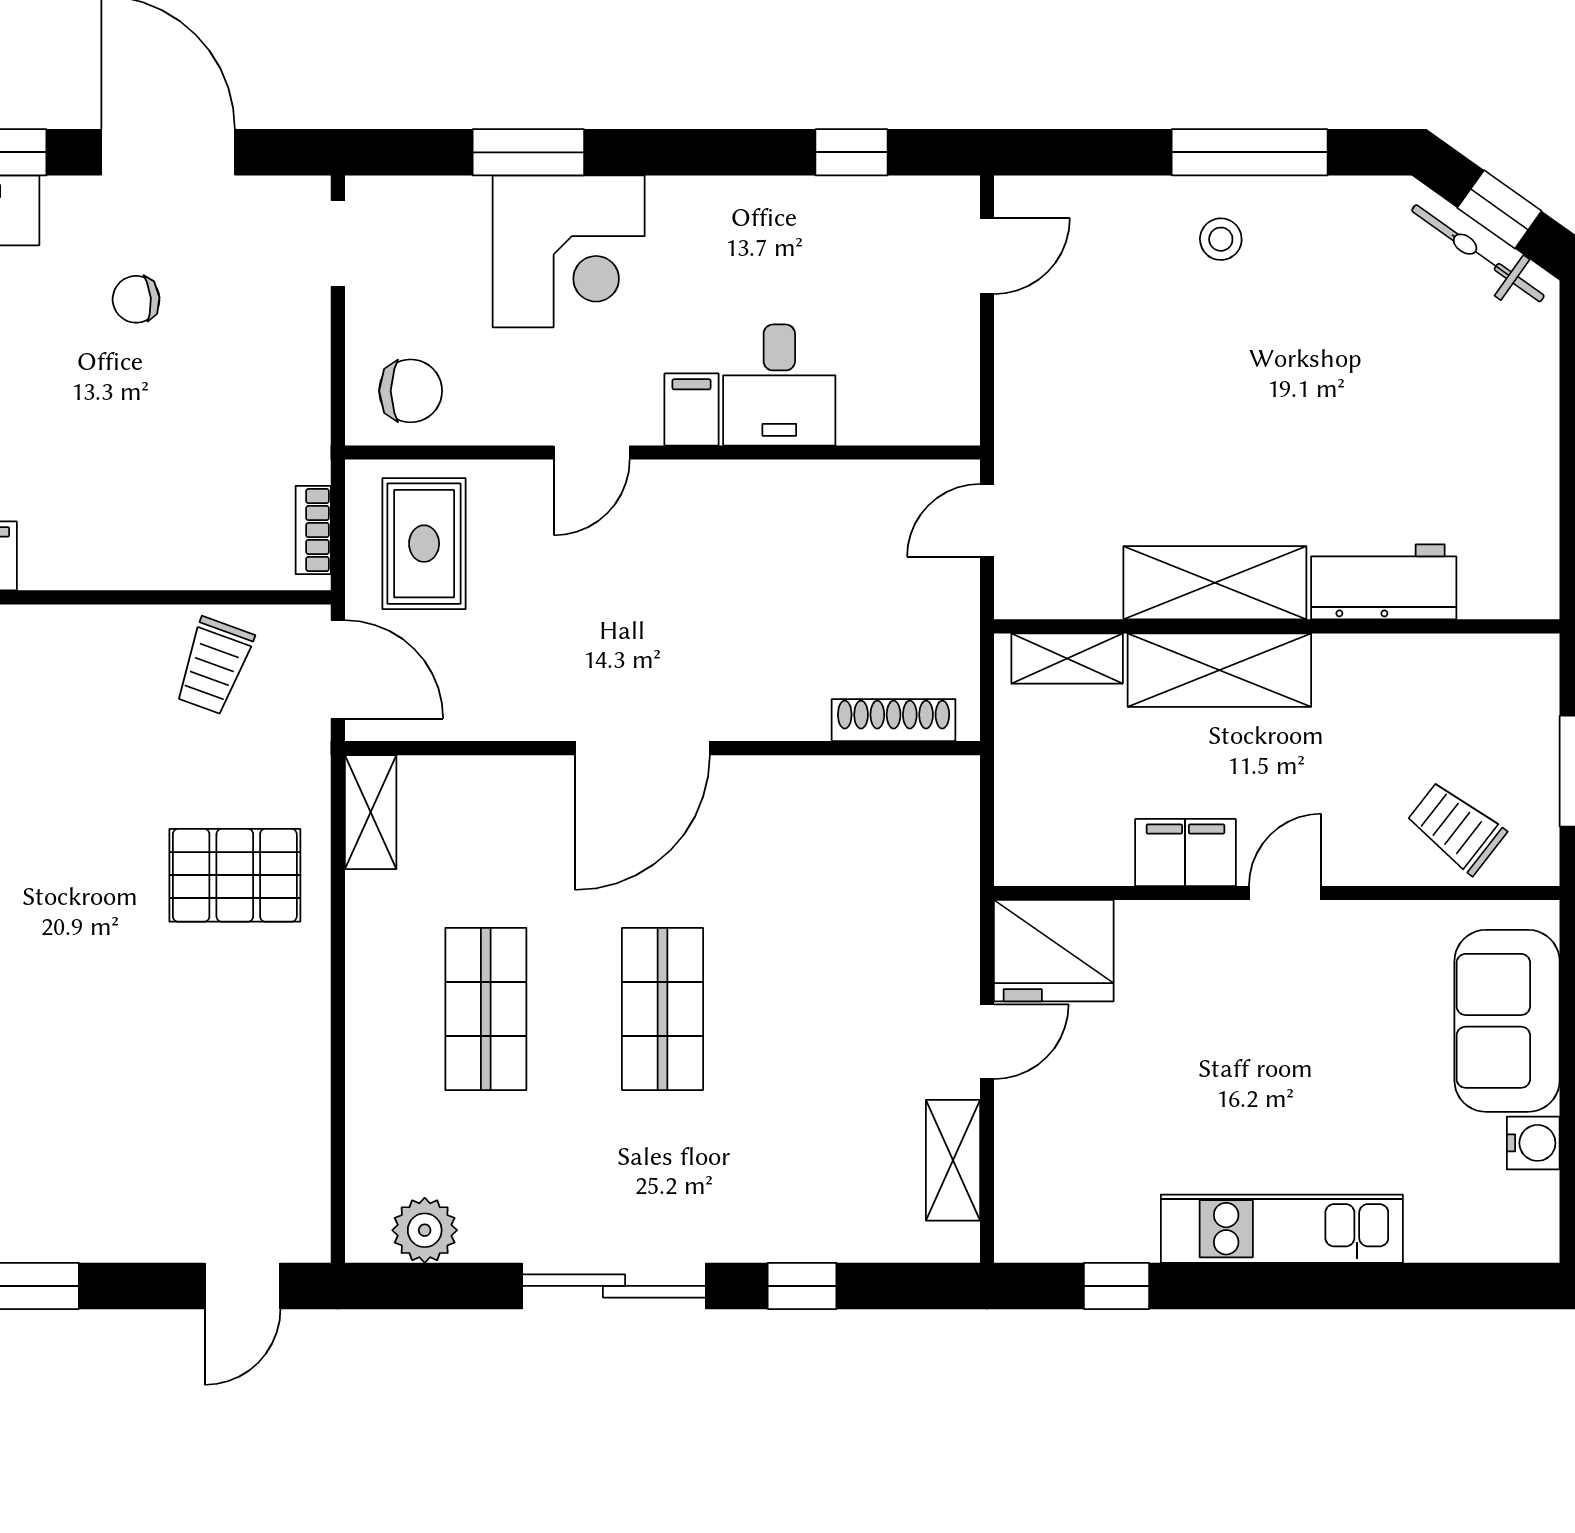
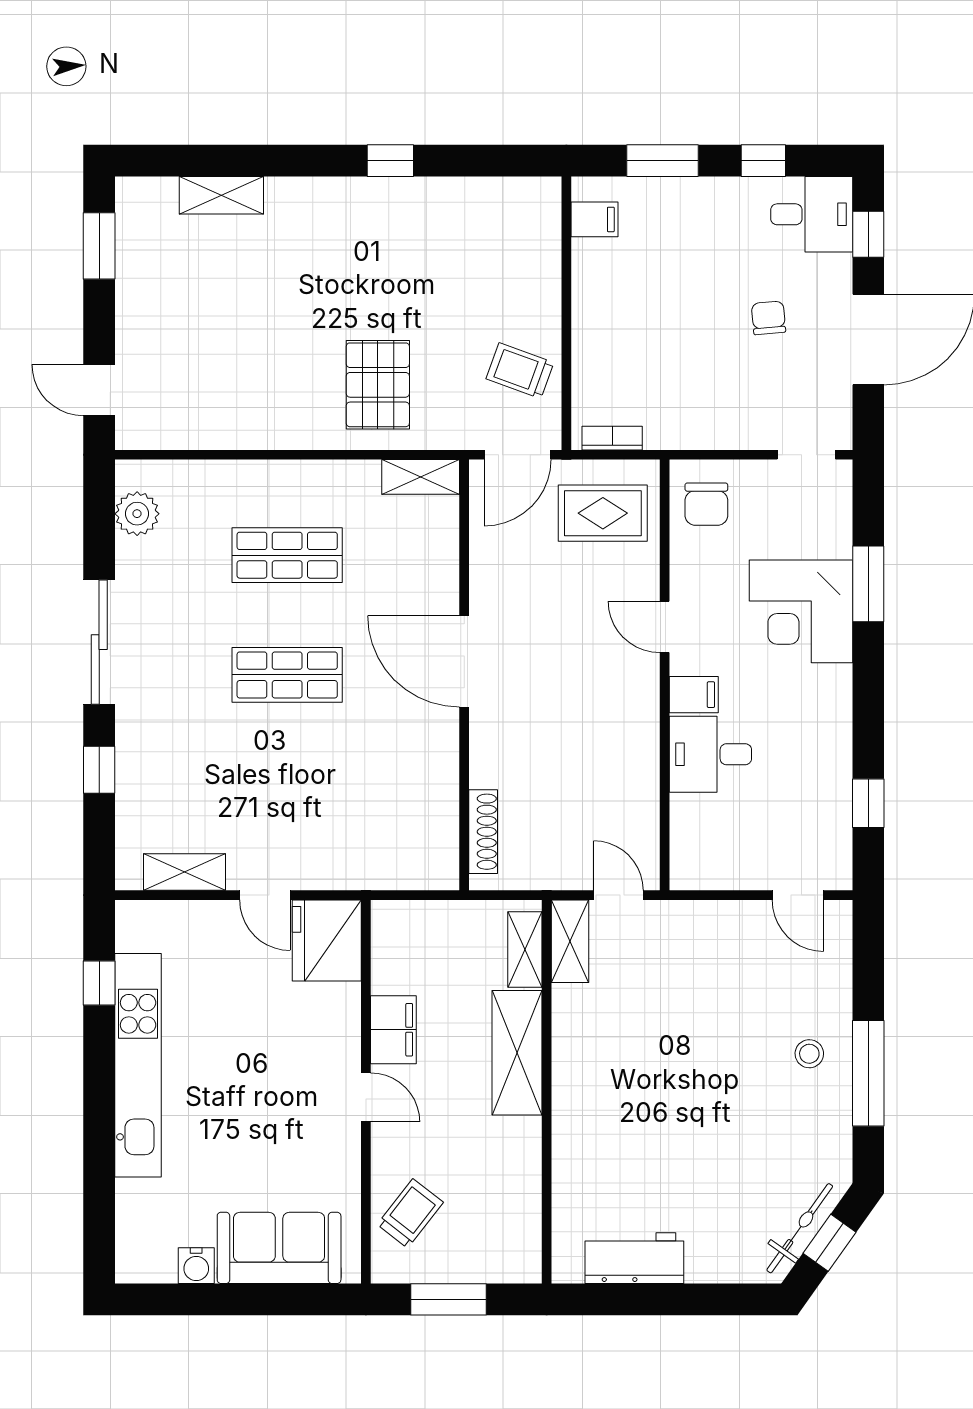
workbench: (1384, 582) -> (634, 1258), moved, turned -90
shelving: (1215, 583) -> (570, 941), moved, width x0.67, depth x0.75
kitchen unit: (1282, 1229) -> (138, 1065), width x1.36

